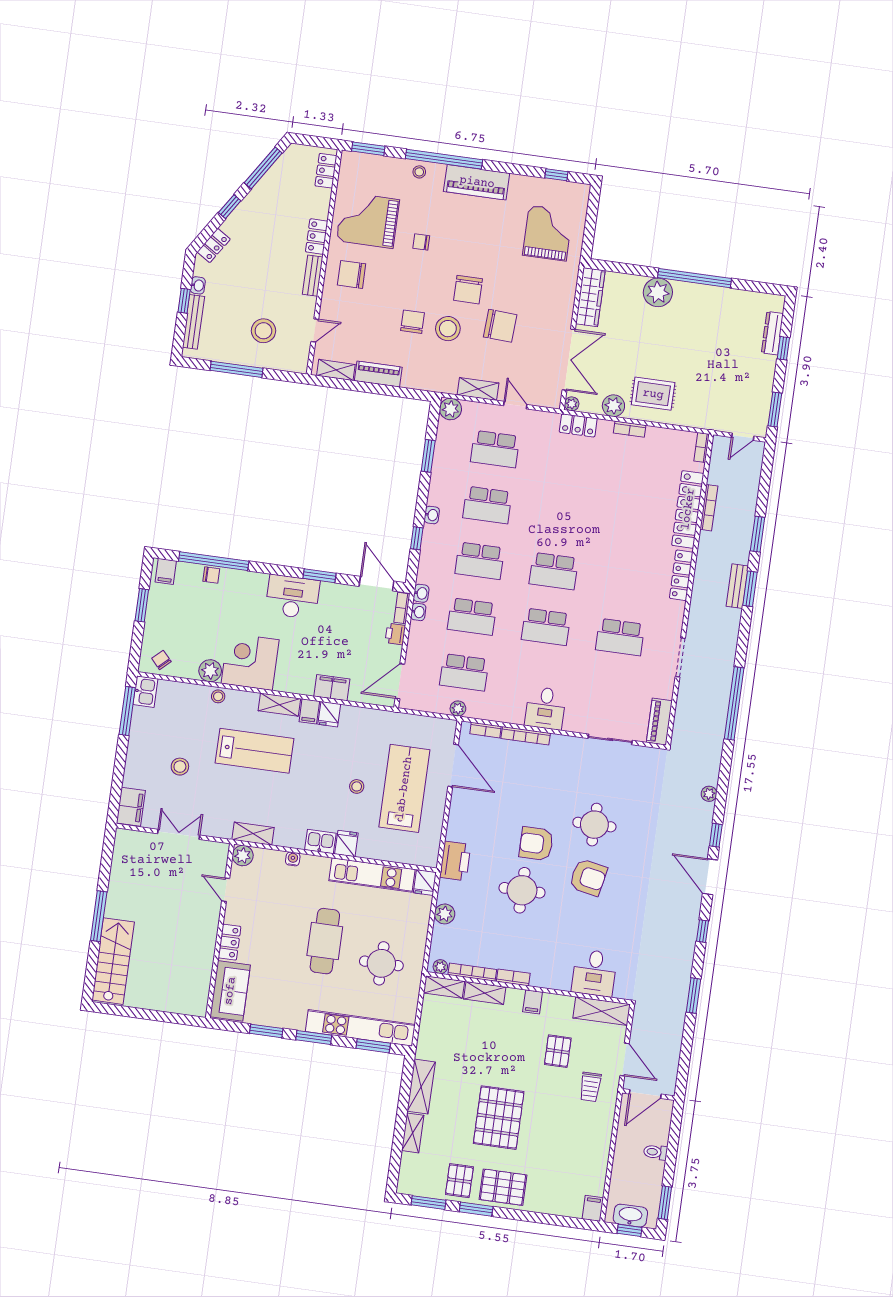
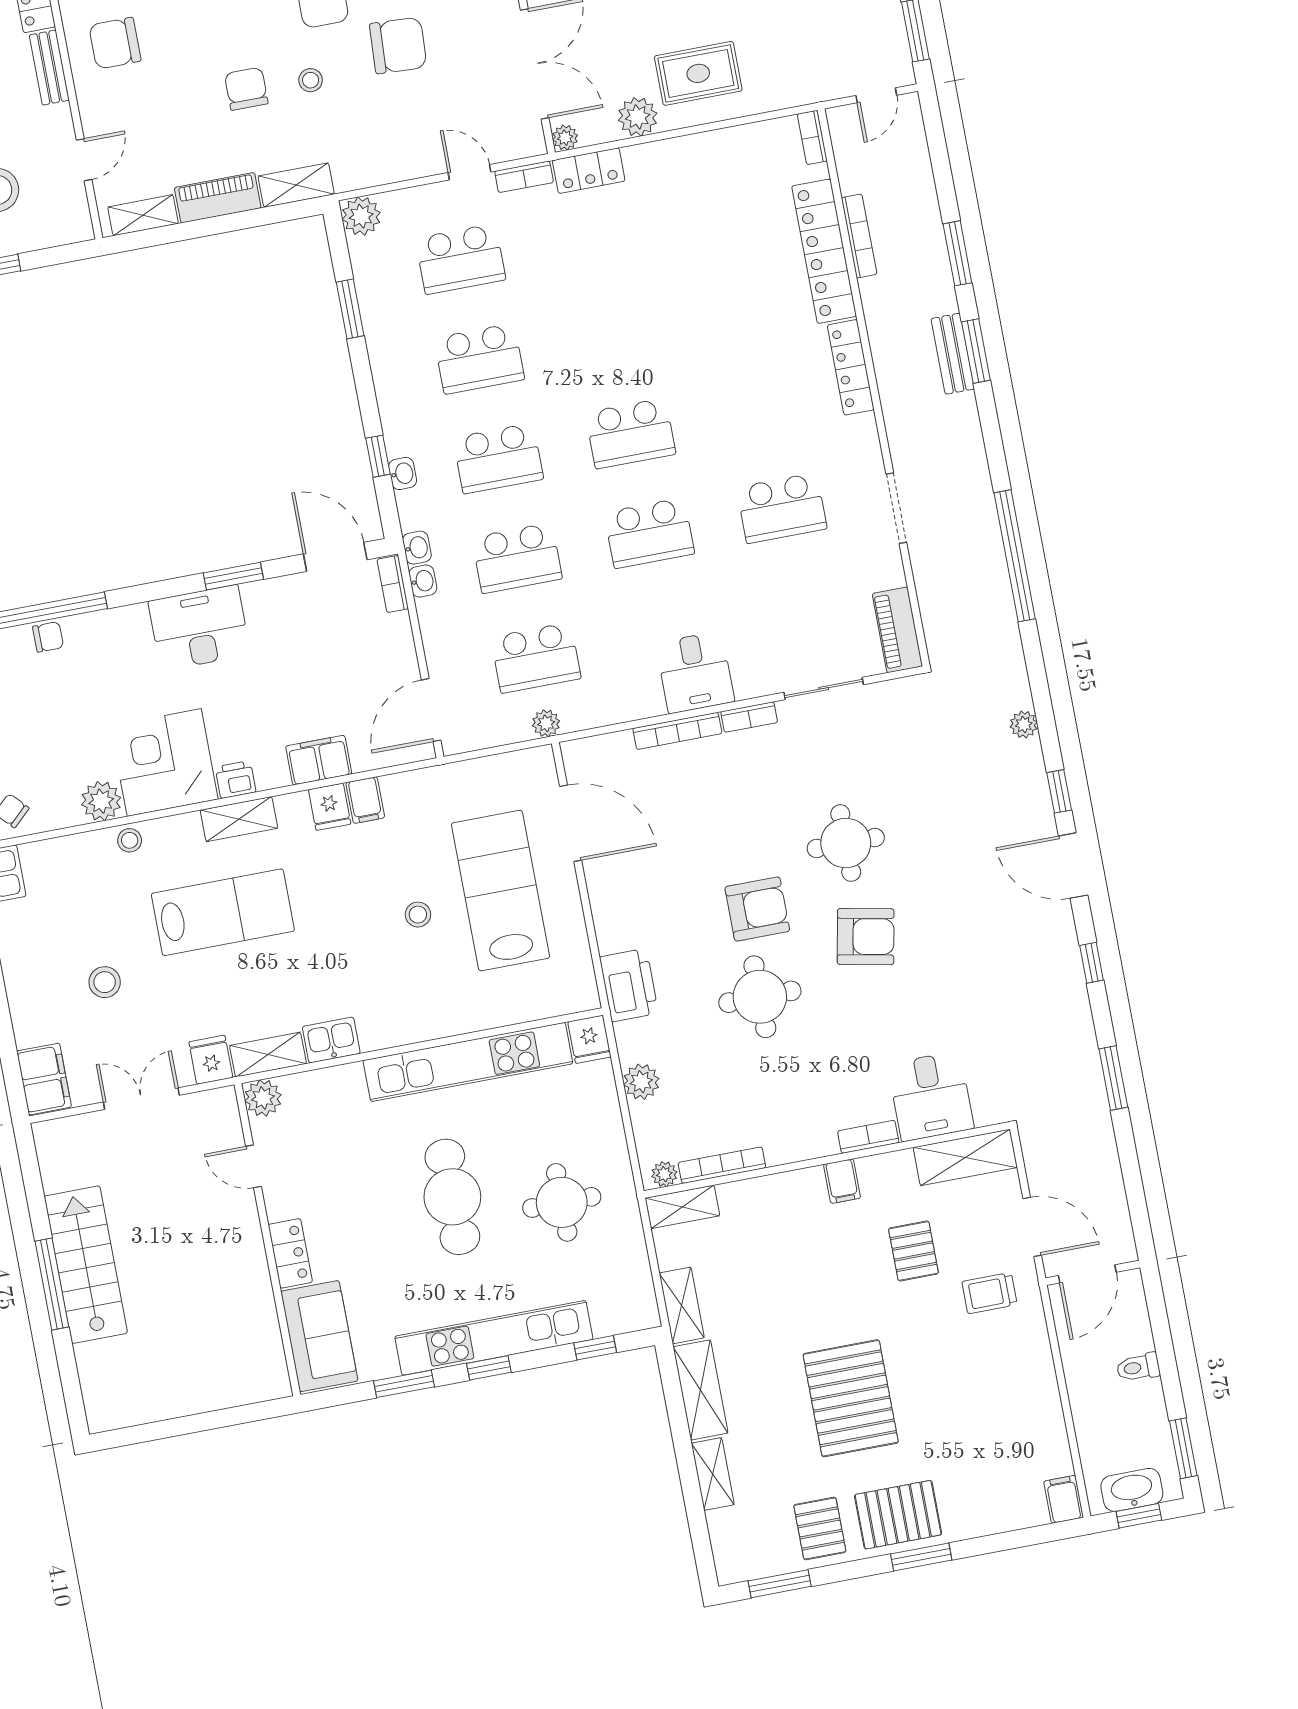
stool: (448, 329) -> (311, 80), width x0.53, depth x0.53
shelving: (478, 389) -> (296, 185), moved
bookcase: (630, 429) -> (524, 177), moved
washbasin: (432, 515) -> (403, 474), moved
printer: (395, 634) -> (236, 780), moved, turned 90
filing cabinet: (309, 711) -> (365, 800), moved
bookcase: (486, 730) -> (749, 717), moved
kitchen sink: (320, 842) -> (331, 1040), moved
fridge: (346, 843) -> (211, 1060), moved
armchair: (536, 844) -> (757, 909), turned 180
water cooler: (293, 859) -> (350, 1075), removed
kitchen unit: (372, 875) -> (468, 1062), width x1.36
stairs: (113, 961) -> (86, 1265), moved
bookcase: (513, 977) -> (868, 1137), moved
shelving: (485, 993) -> (682, 1305), moved, turned 90
kitchen unit: (360, 1028) -> (494, 1338), moved
window: (314, 1038) -> (489, 1368), width x0.67
window: (373, 1046) -> (595, 1348), width x0.67
trolley: (590, 1087) -> (989, 1293), turned 90
window: (476, 1209) -> (921, 1557), moved

